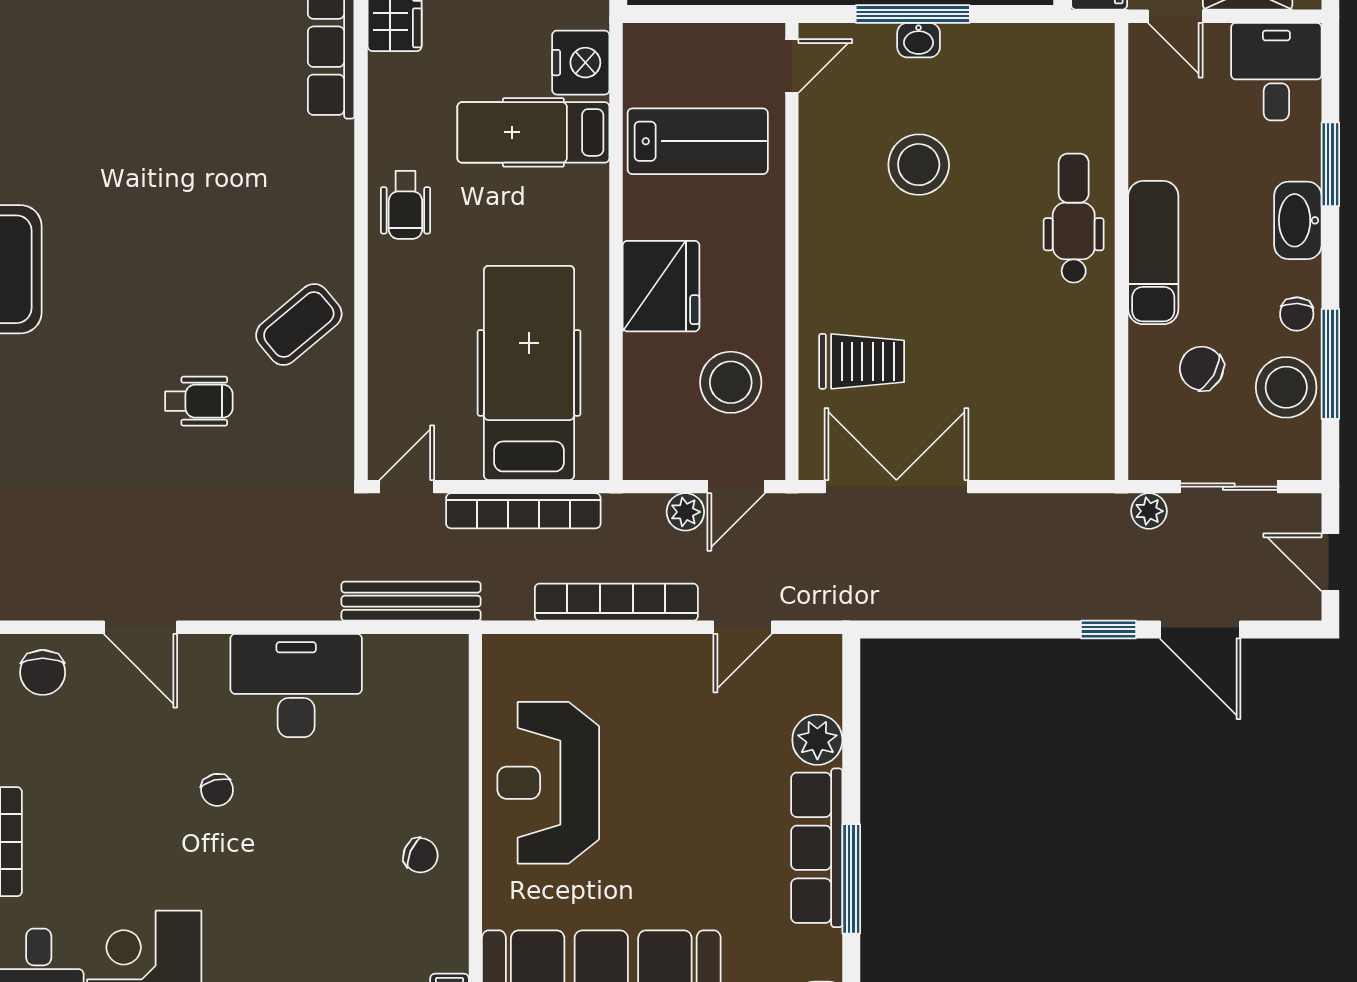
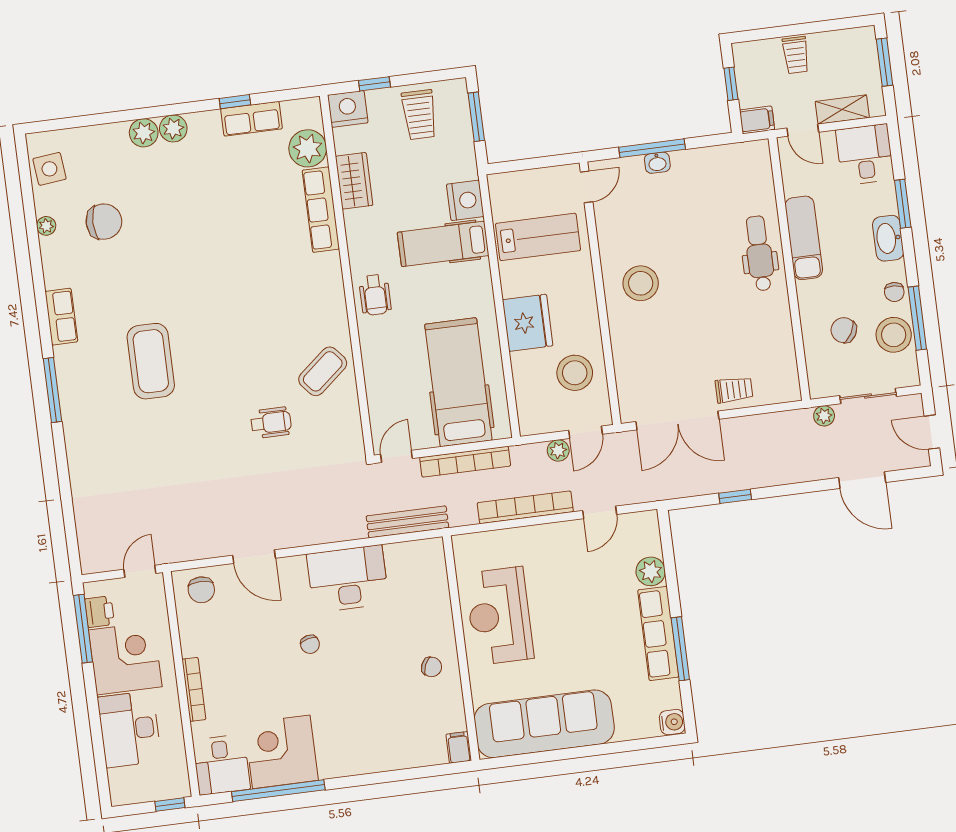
stool: (919, 165) -> (641, 283), moved
exam couch: (1153, 253) -> (804, 238), moved
trolley: (862, 361) -> (734, 390), moved, width x0.73, depth x0.72
double door: (896, 487) -> (677, 420), swing flipped
window: (1108, 629) -> (735, 496), moved

